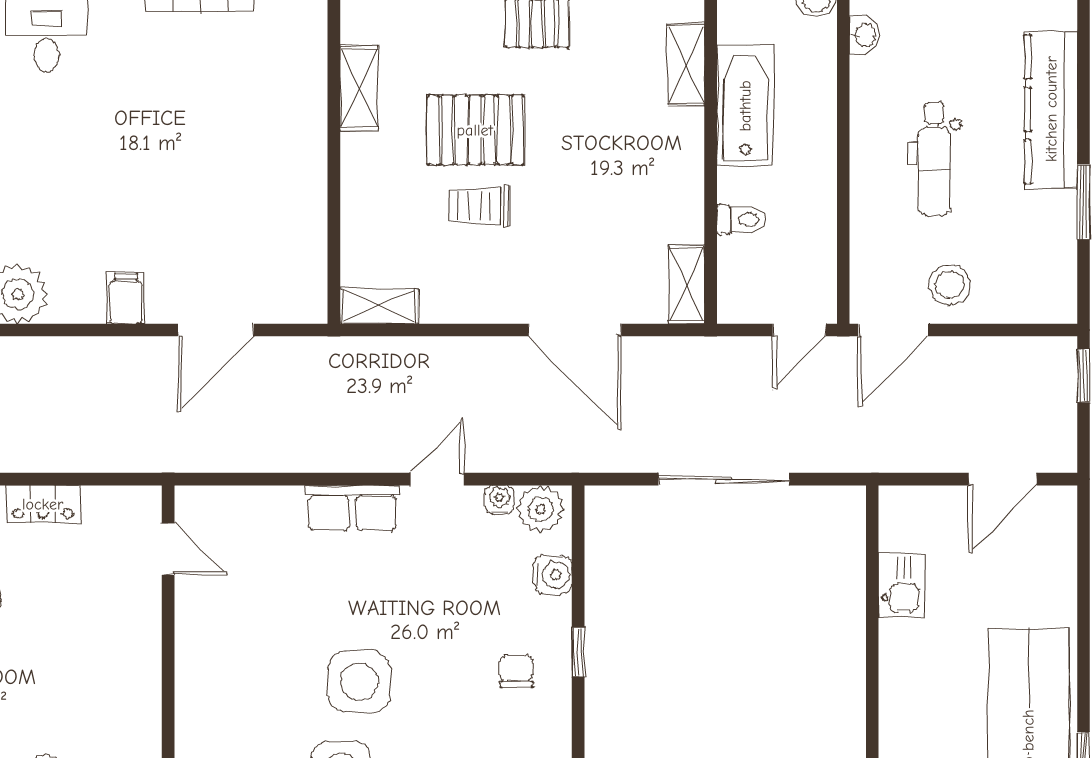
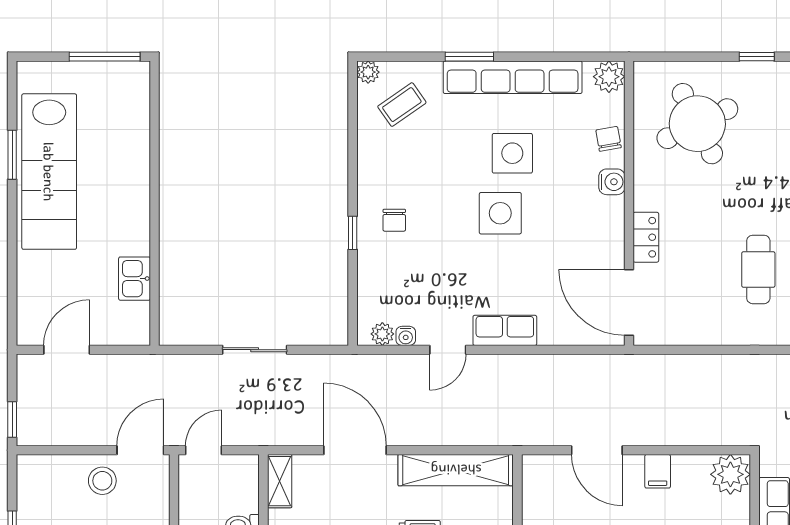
shelving: (379, 306) -> (456, 470), width x2.20, depth x1.33
door: (216, 330) -> (597, 450), swing flipped
sliding door: (724, 479) -> (255, 350), width x0.73
locker: (43, 504) -> (646, 237), moved, turned 90
plant: (541, 509) -> (382, 334), width x0.73, depth x0.73
door: (168, 549) -> (629, 303), width x1.87
water cooler: (553, 575) -> (612, 182), moved, turned 180

